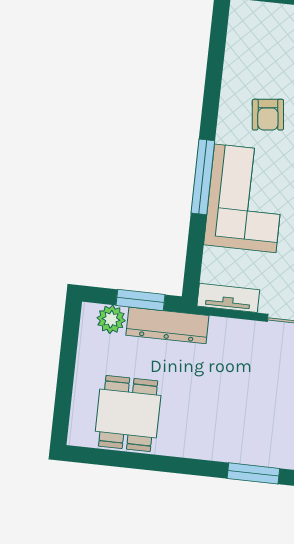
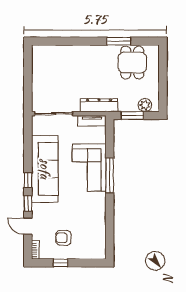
armchair: (268, 115) -> (83, 207), removed
dresser: (167, 325) -> (99, 105), moved
window: (253, 473) -> (119, 41), moved

